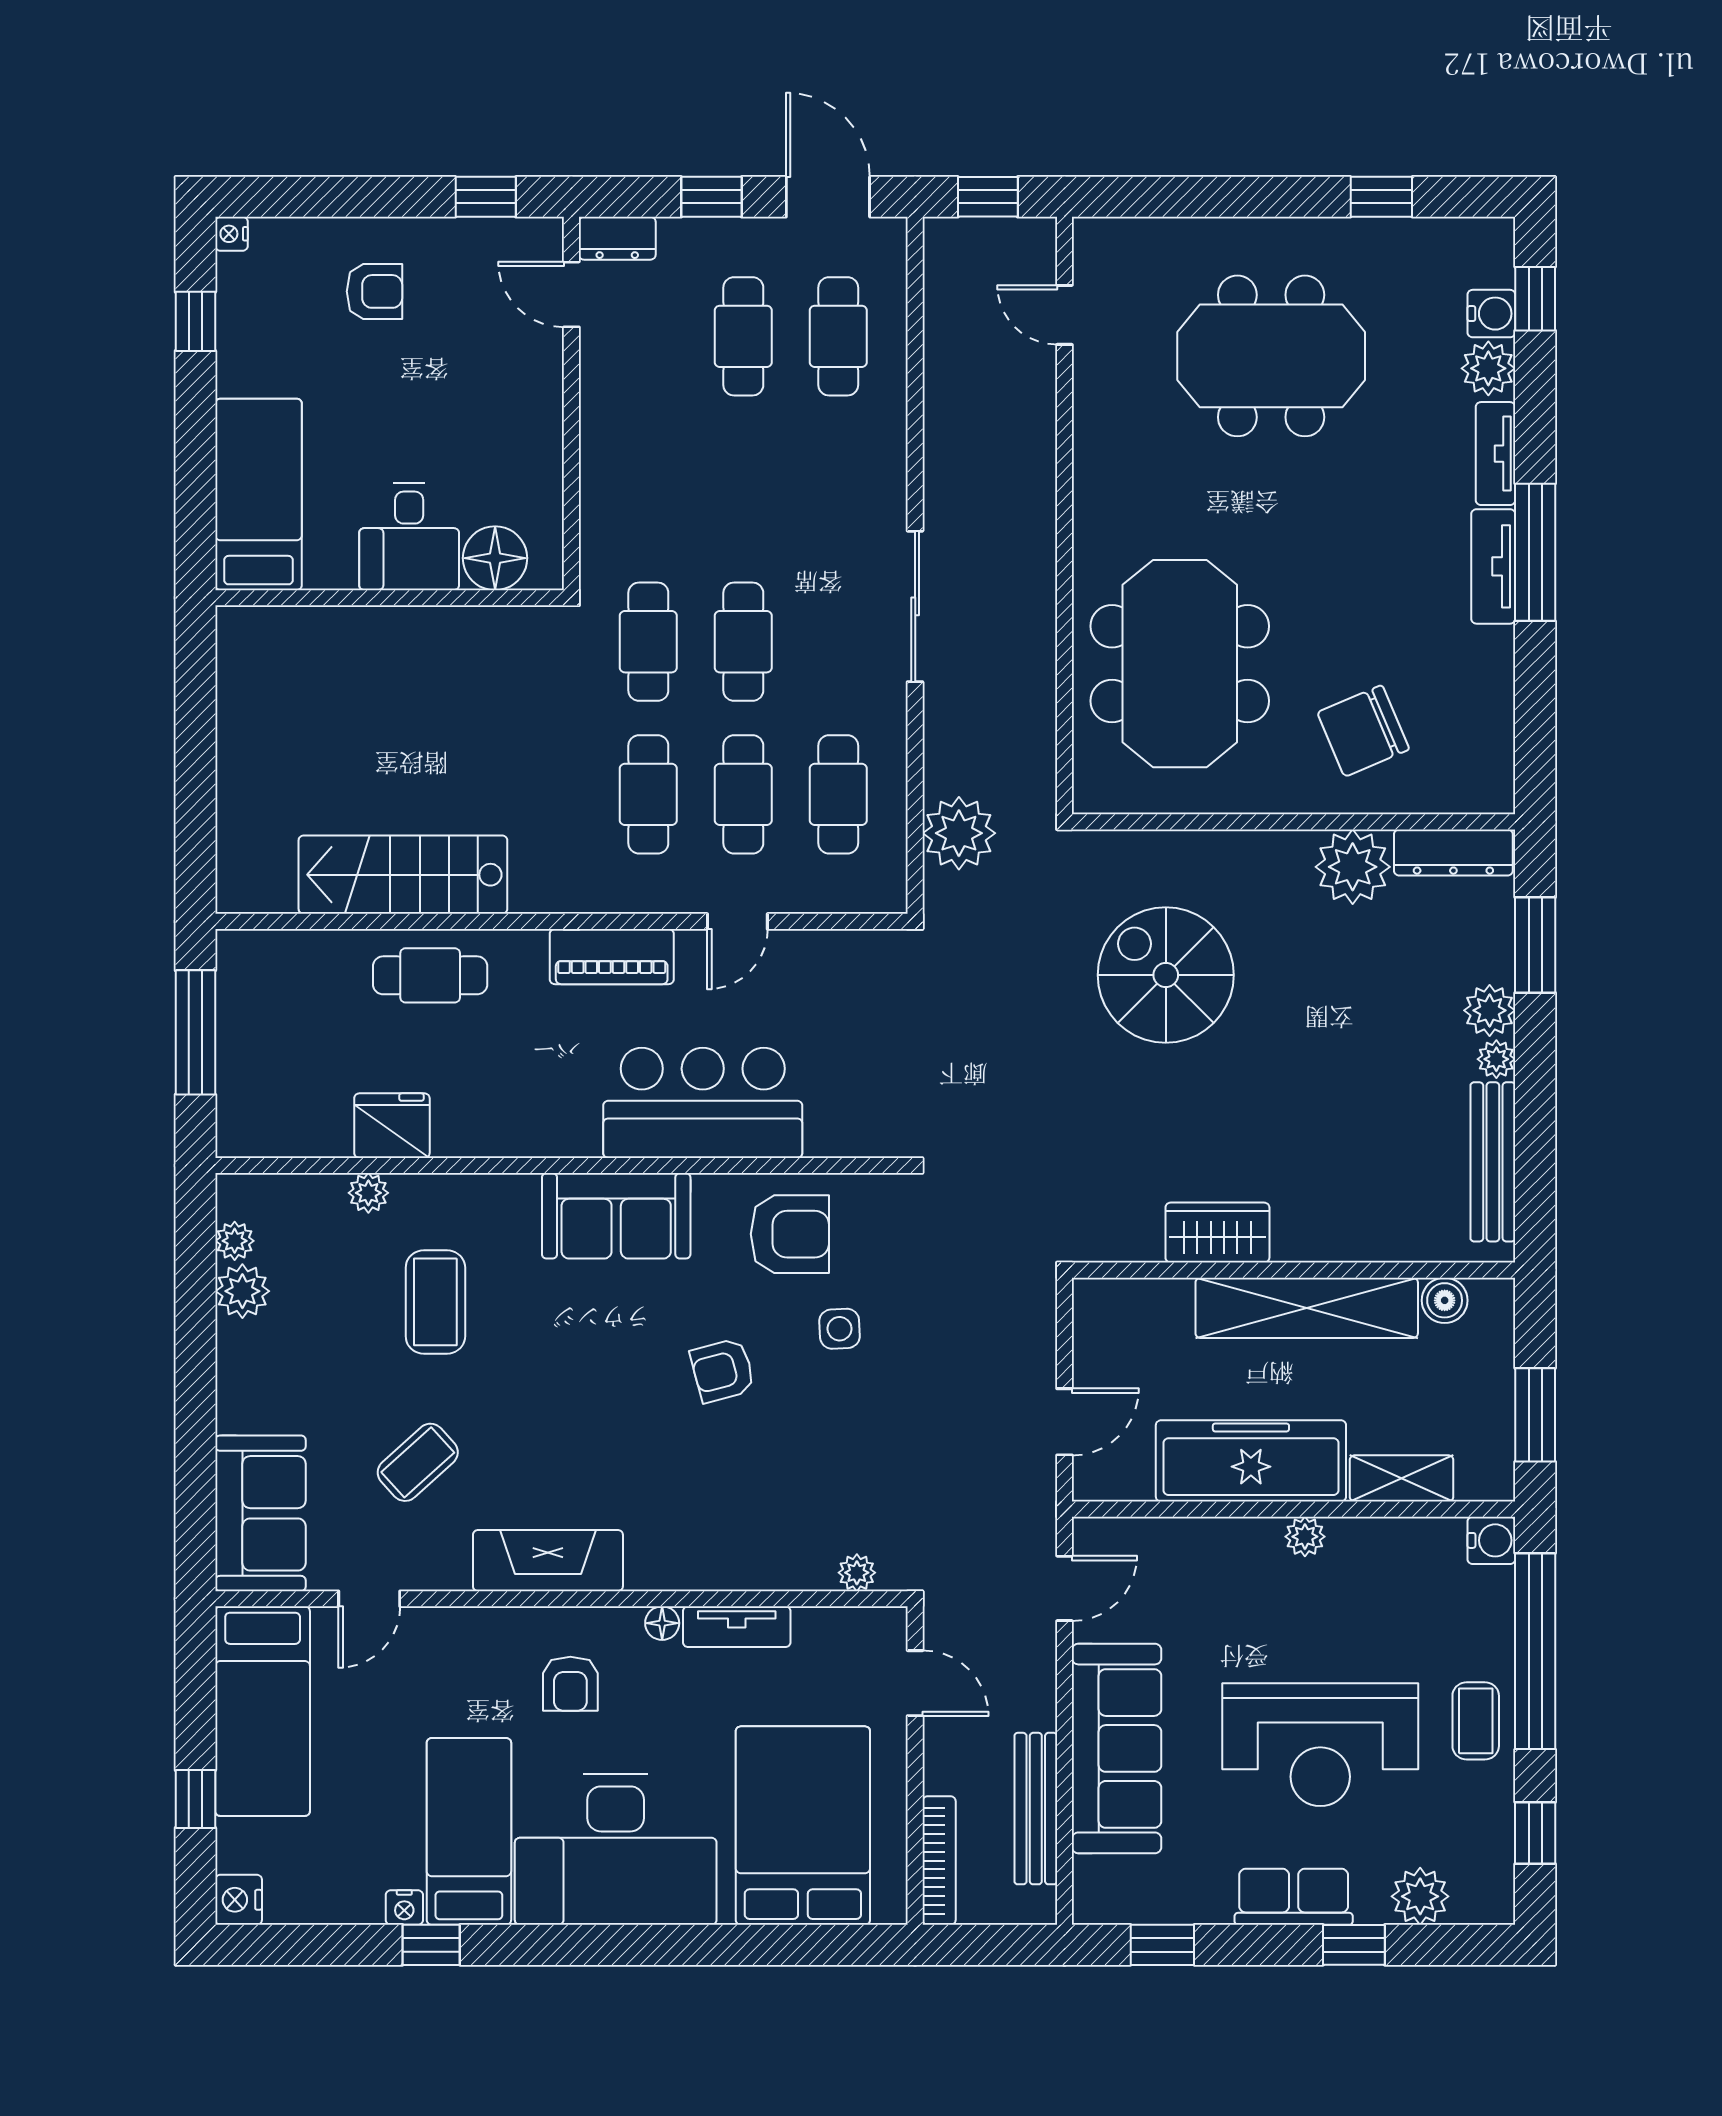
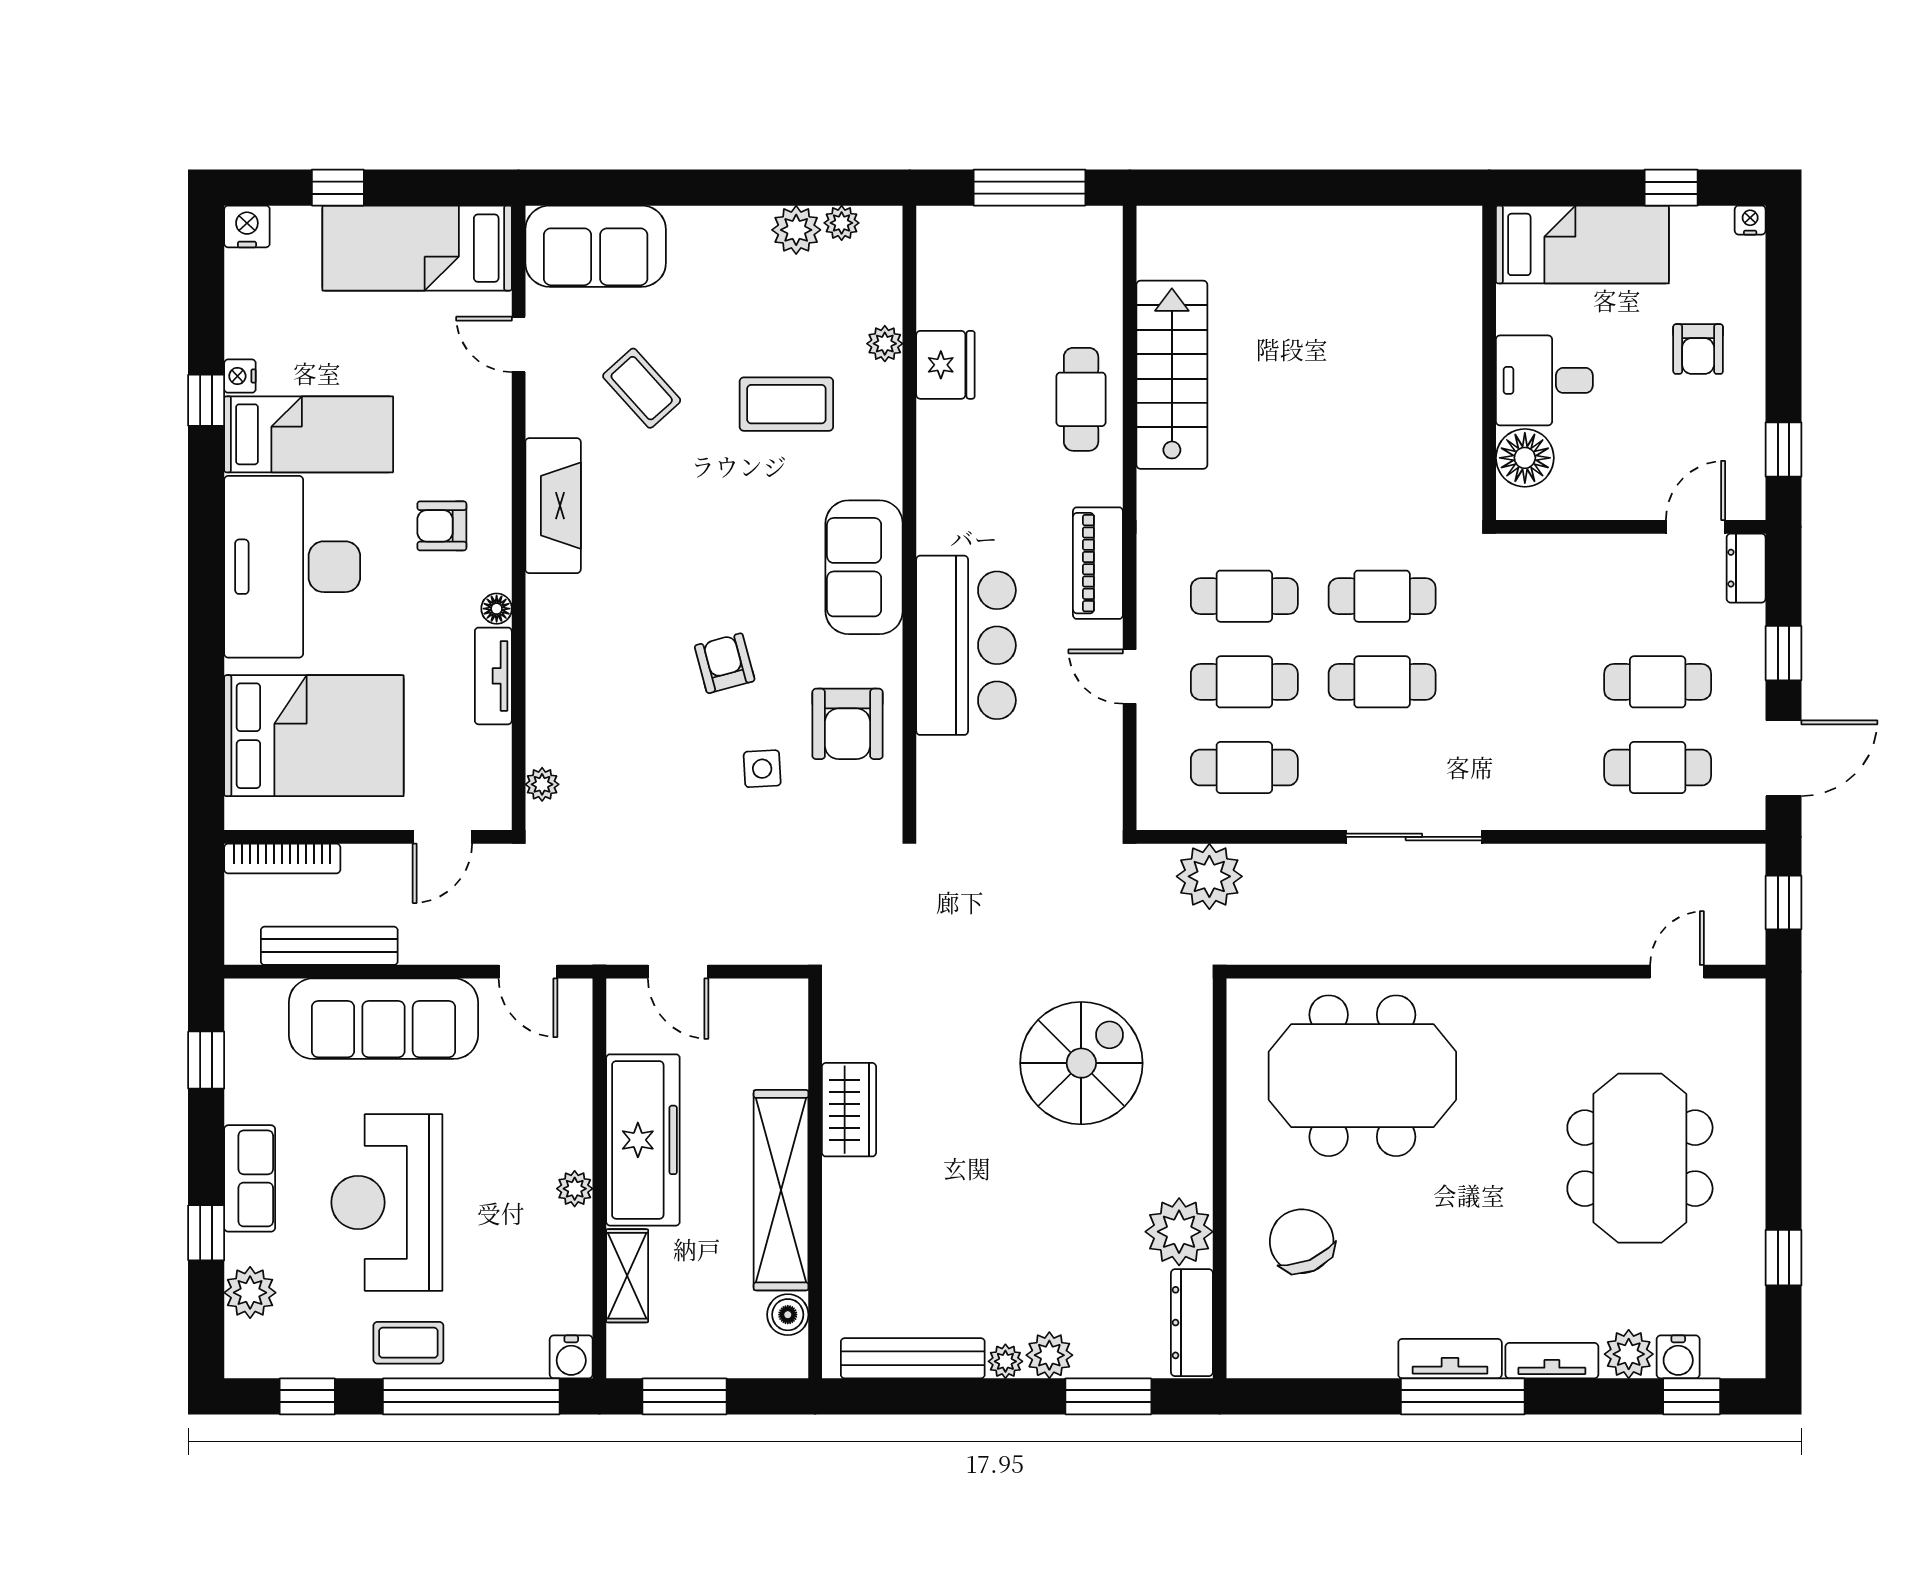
bed: (258, 494) -> (1582, 244), moved
desk: (409, 537) -> (1544, 380), moved
floor lamp: (495, 558) -> (1525, 458), moved
wall: (390, 598) -> (1489, 363), moved

